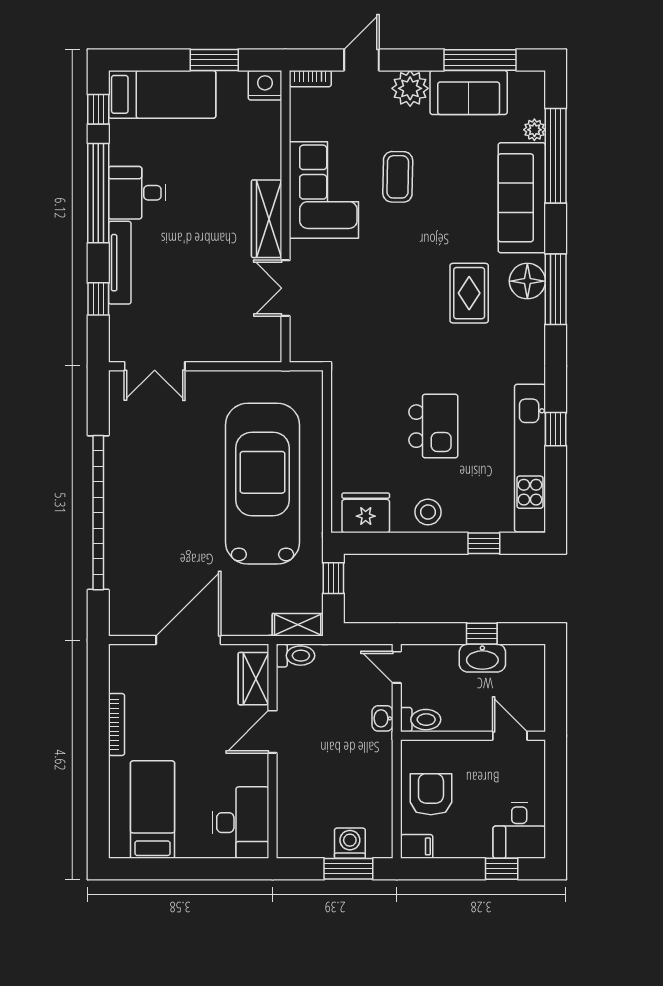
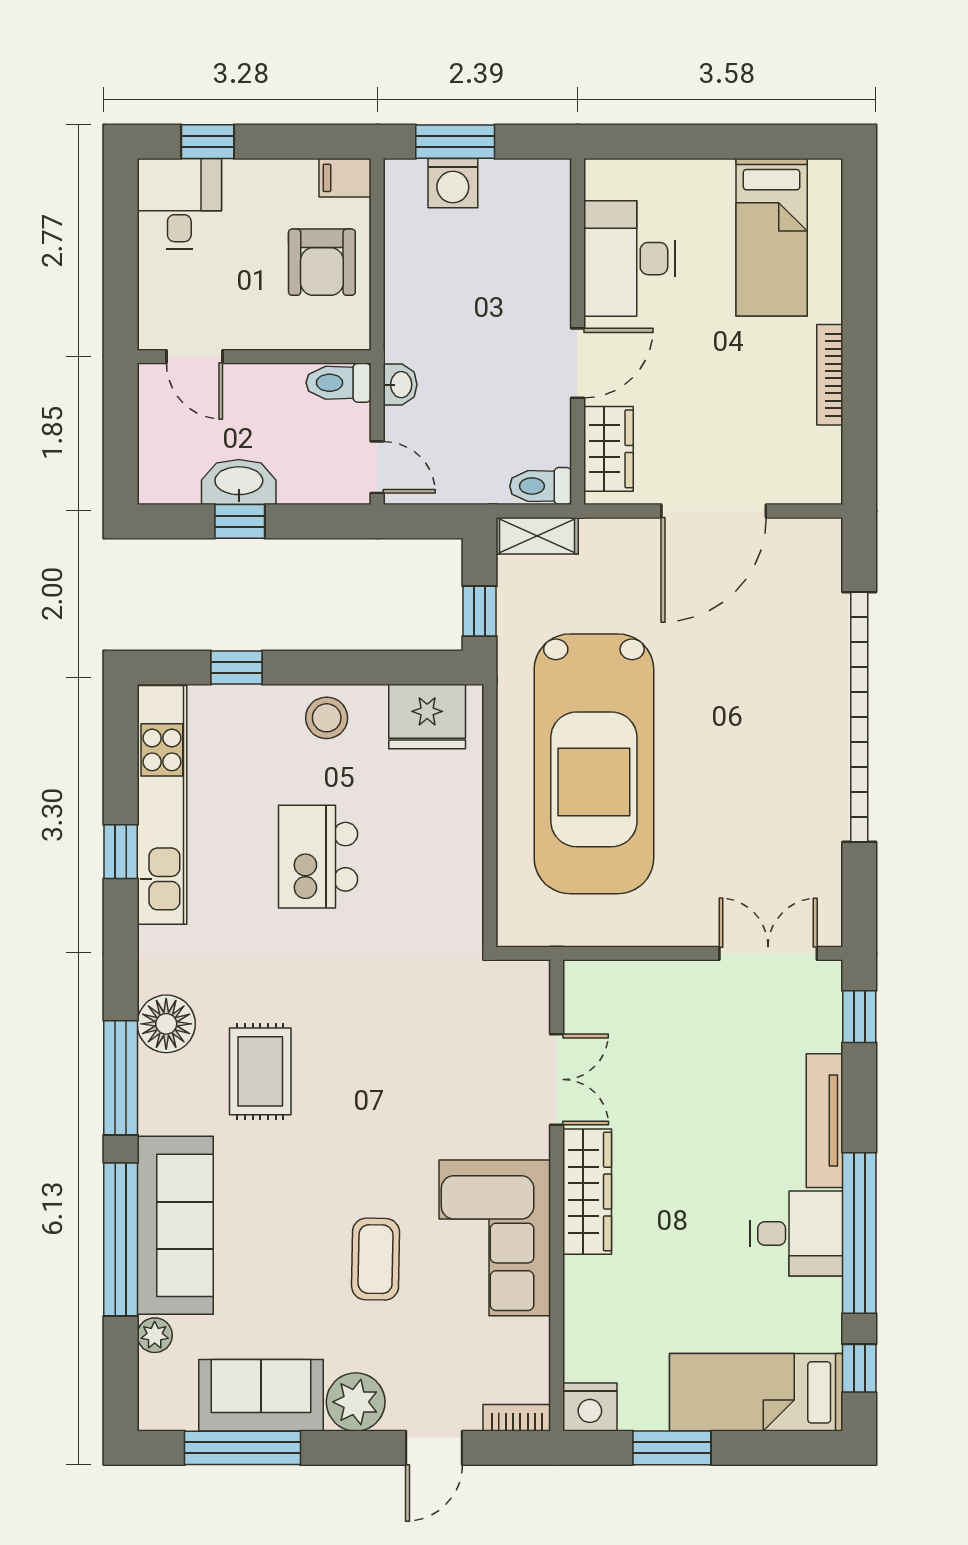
window: (556, 156) -> (121, 1239), moved
floor lamp: (527, 281) -> (166, 1024), moved
window: (98, 299) -> (859, 1017), moved
desk: (241, 823) -> (629, 259), moved

